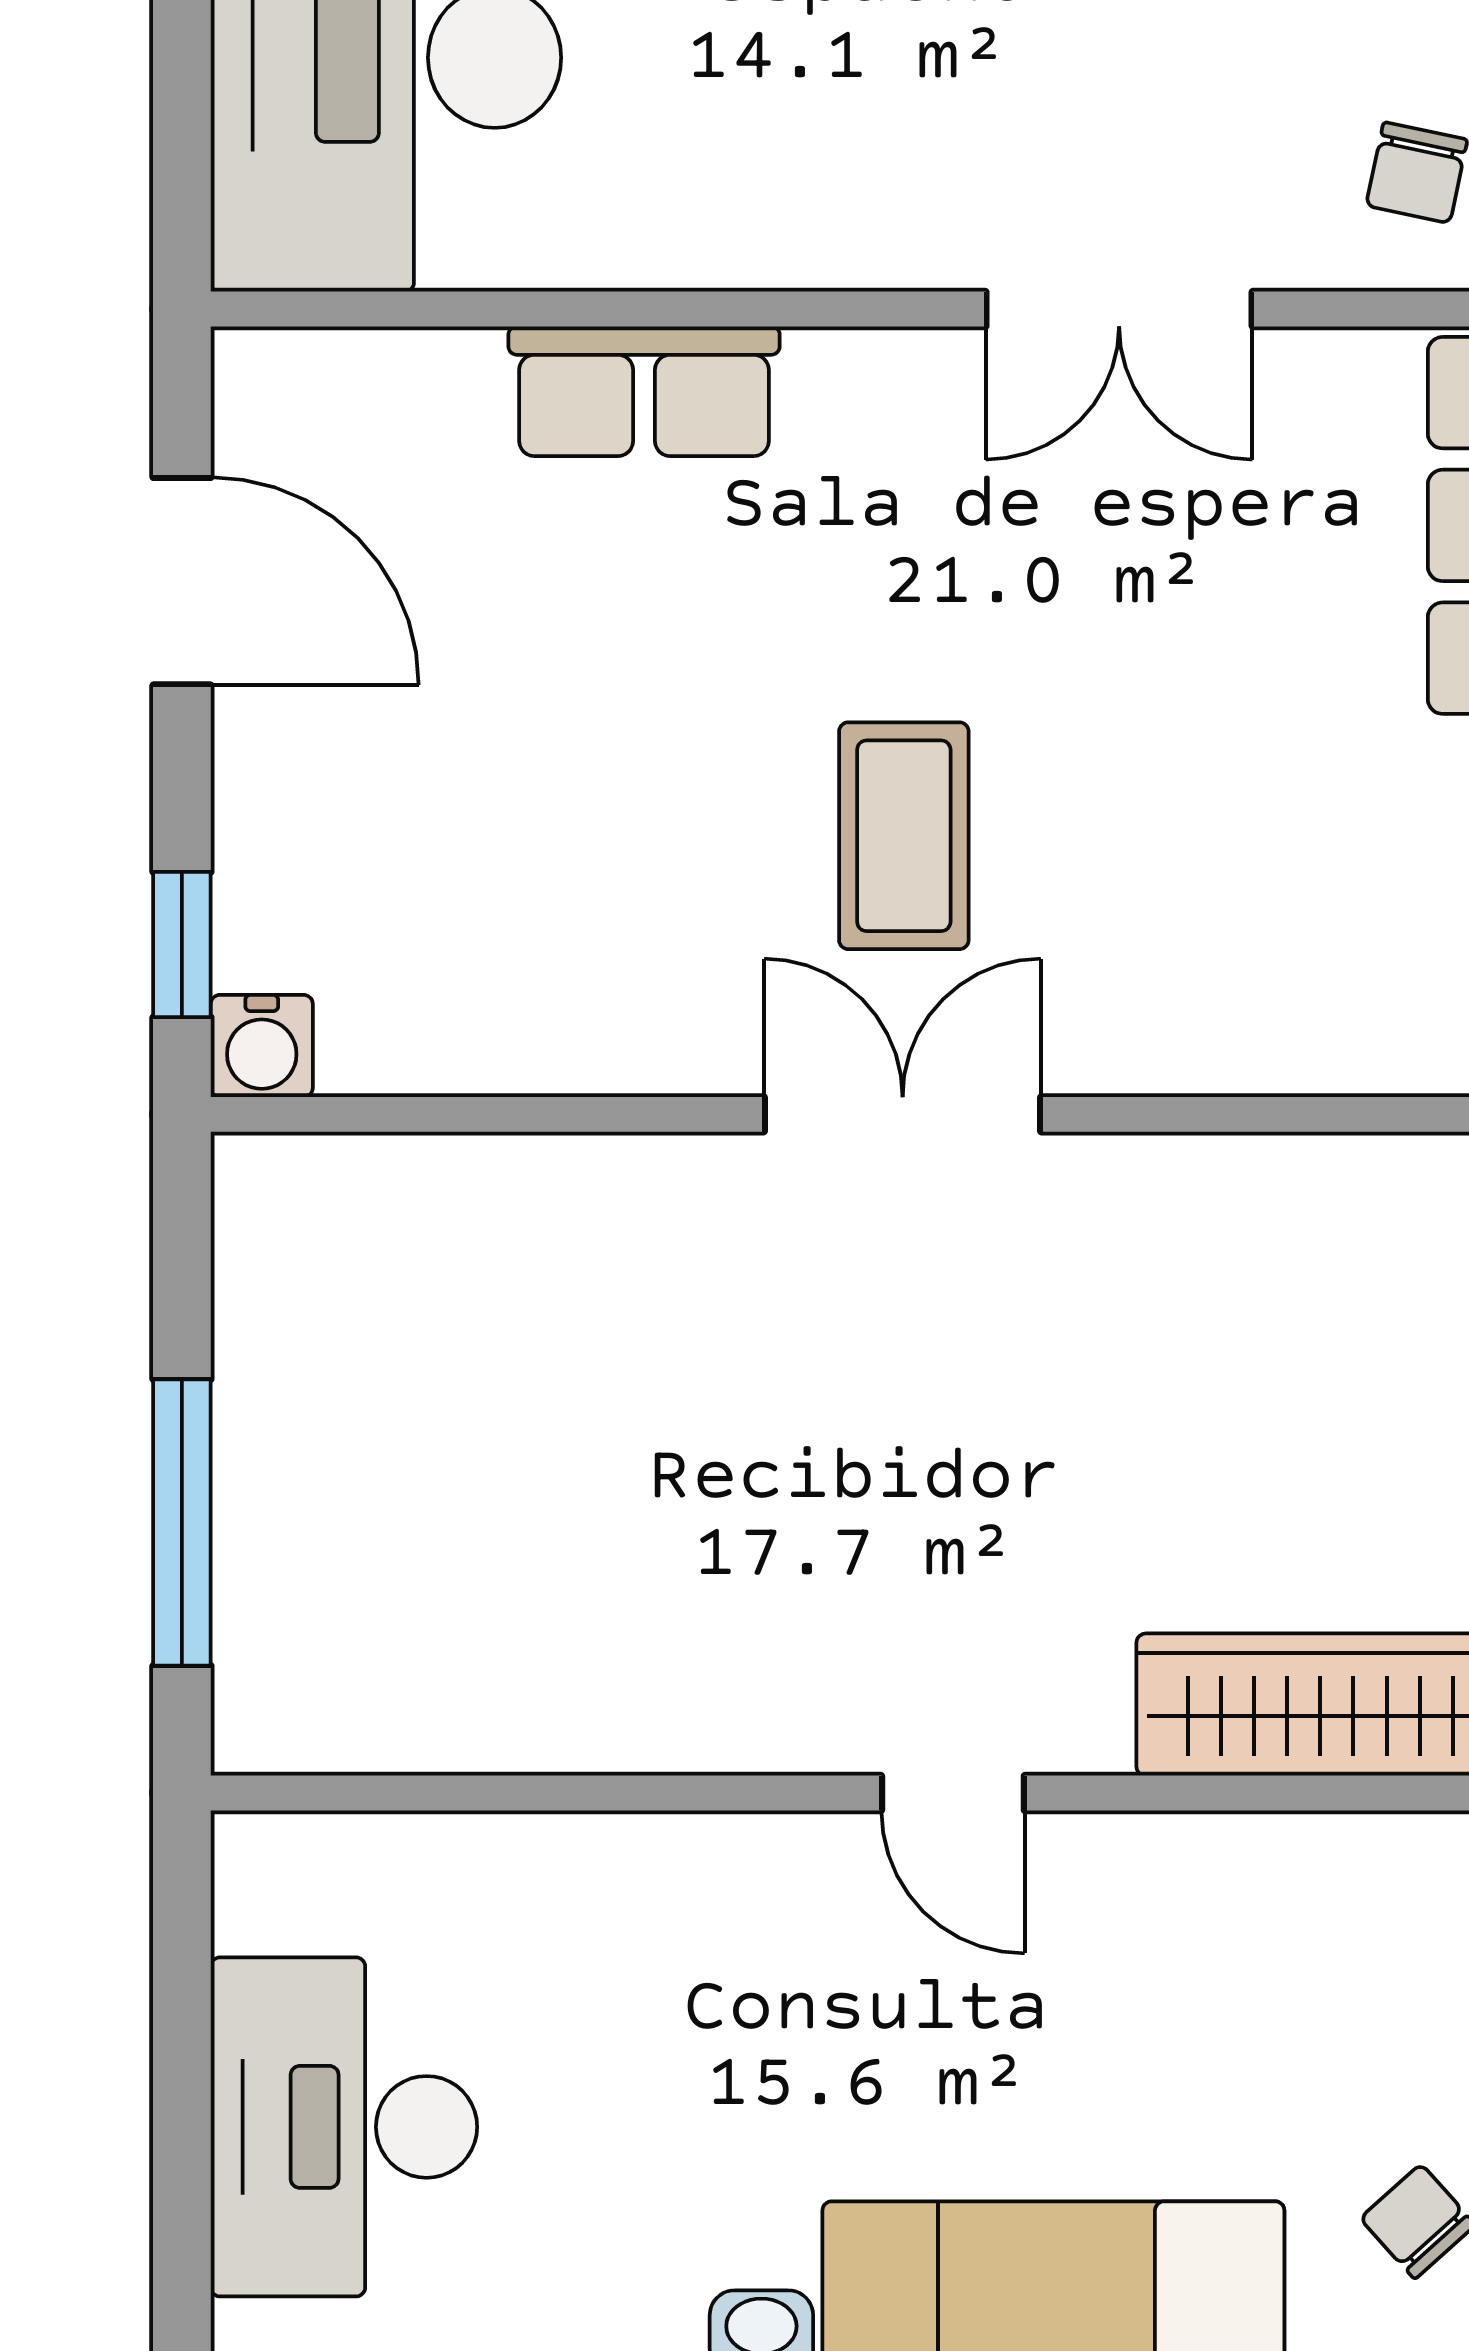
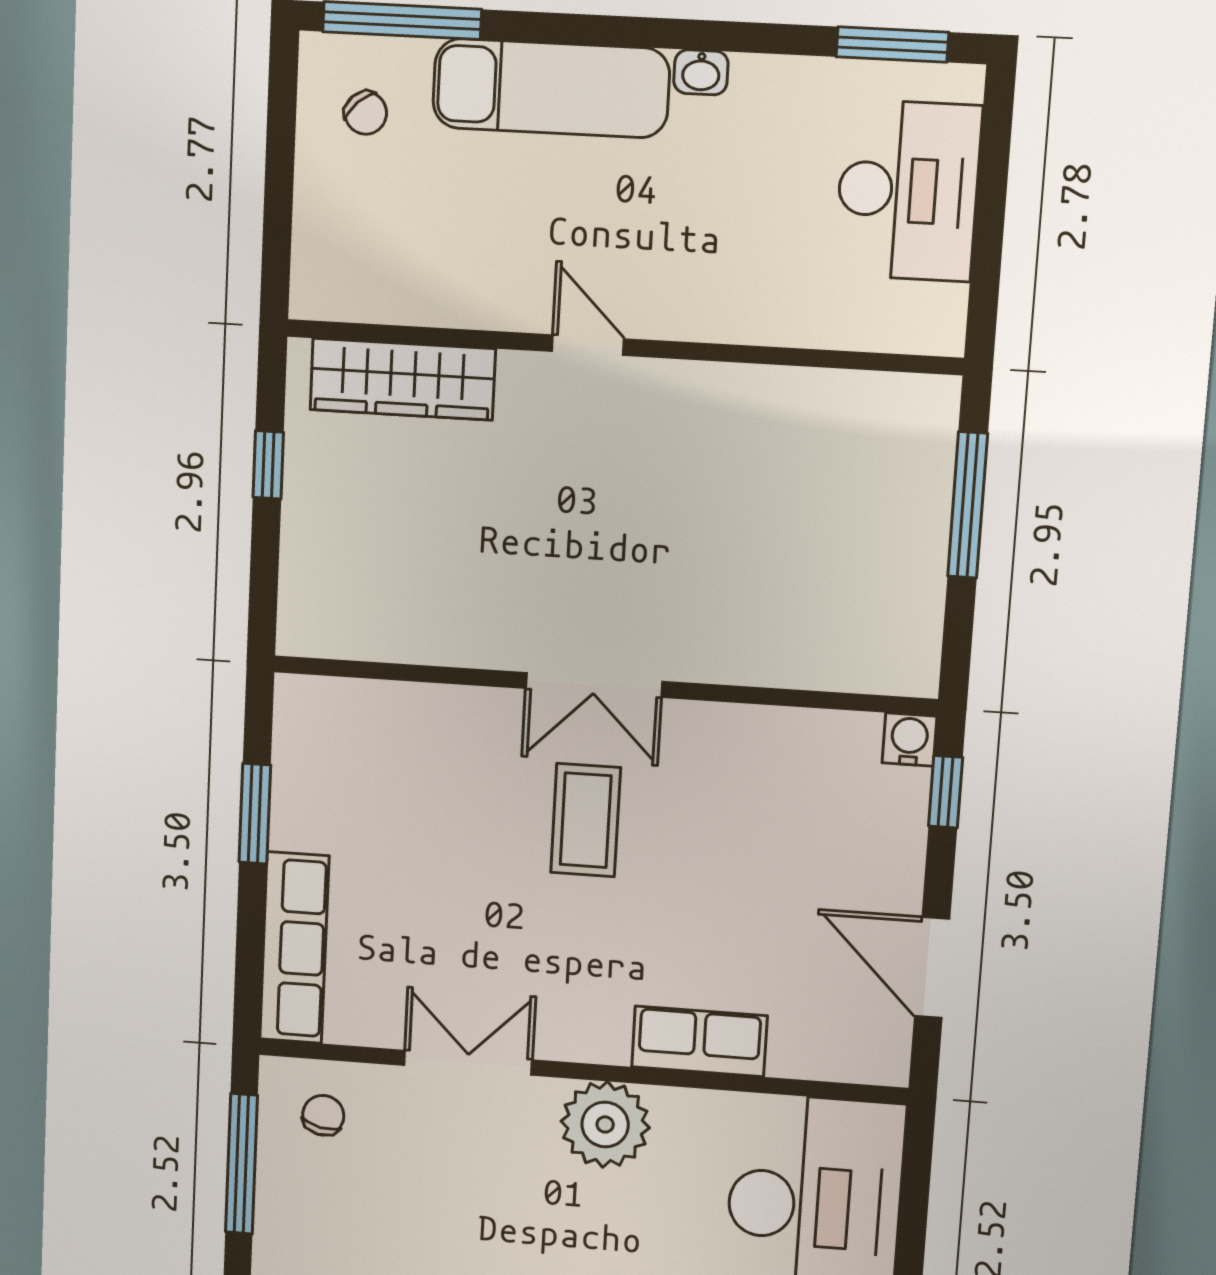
plant: (828, 200) -> (605, 1124), added

